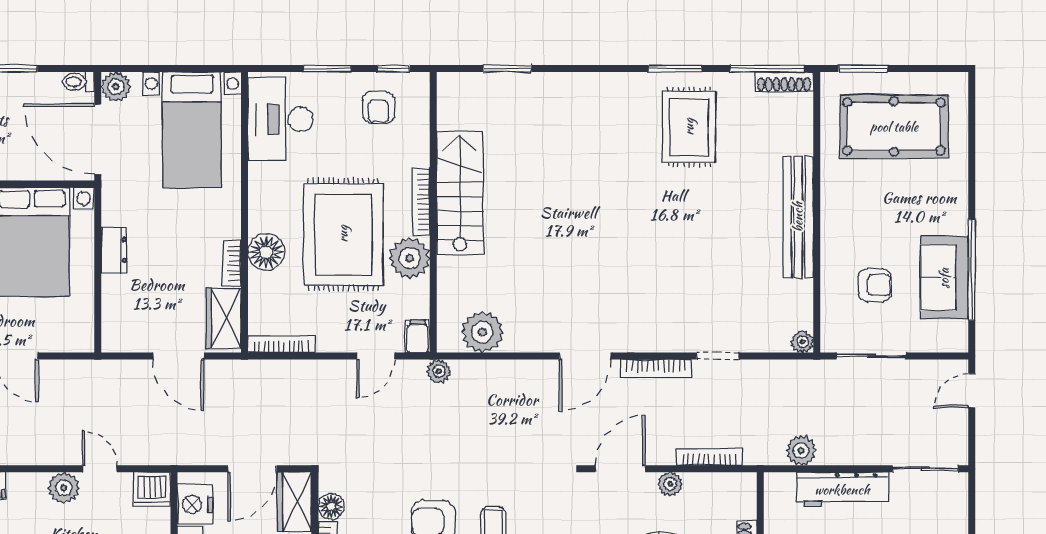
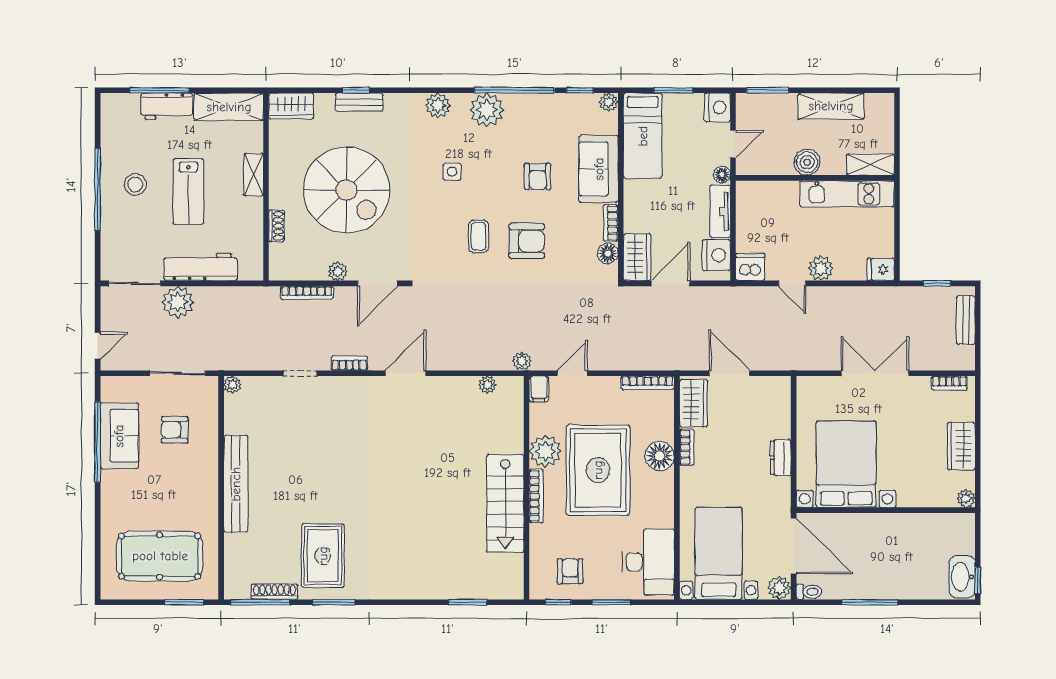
shoe rack: (784, 82) -> (275, 592), moved
plant: (482, 332) -> (487, 385), width x0.53, depth x0.53
bookcase: (656, 369) -> (349, 363), width x0.64
plant: (801, 451) -> (178, 302), moved, width x1.36, depth x1.36

